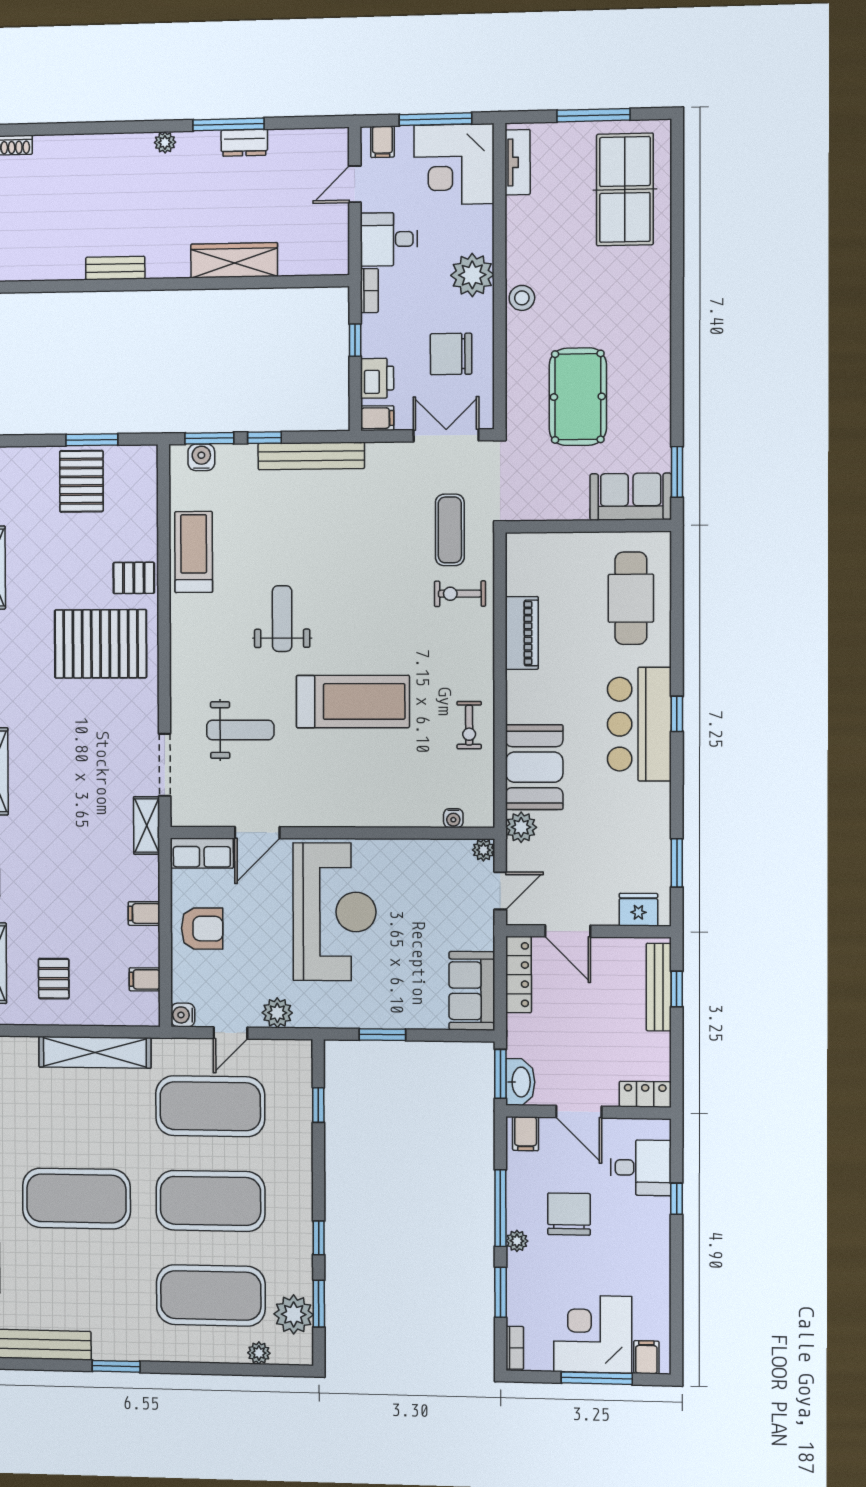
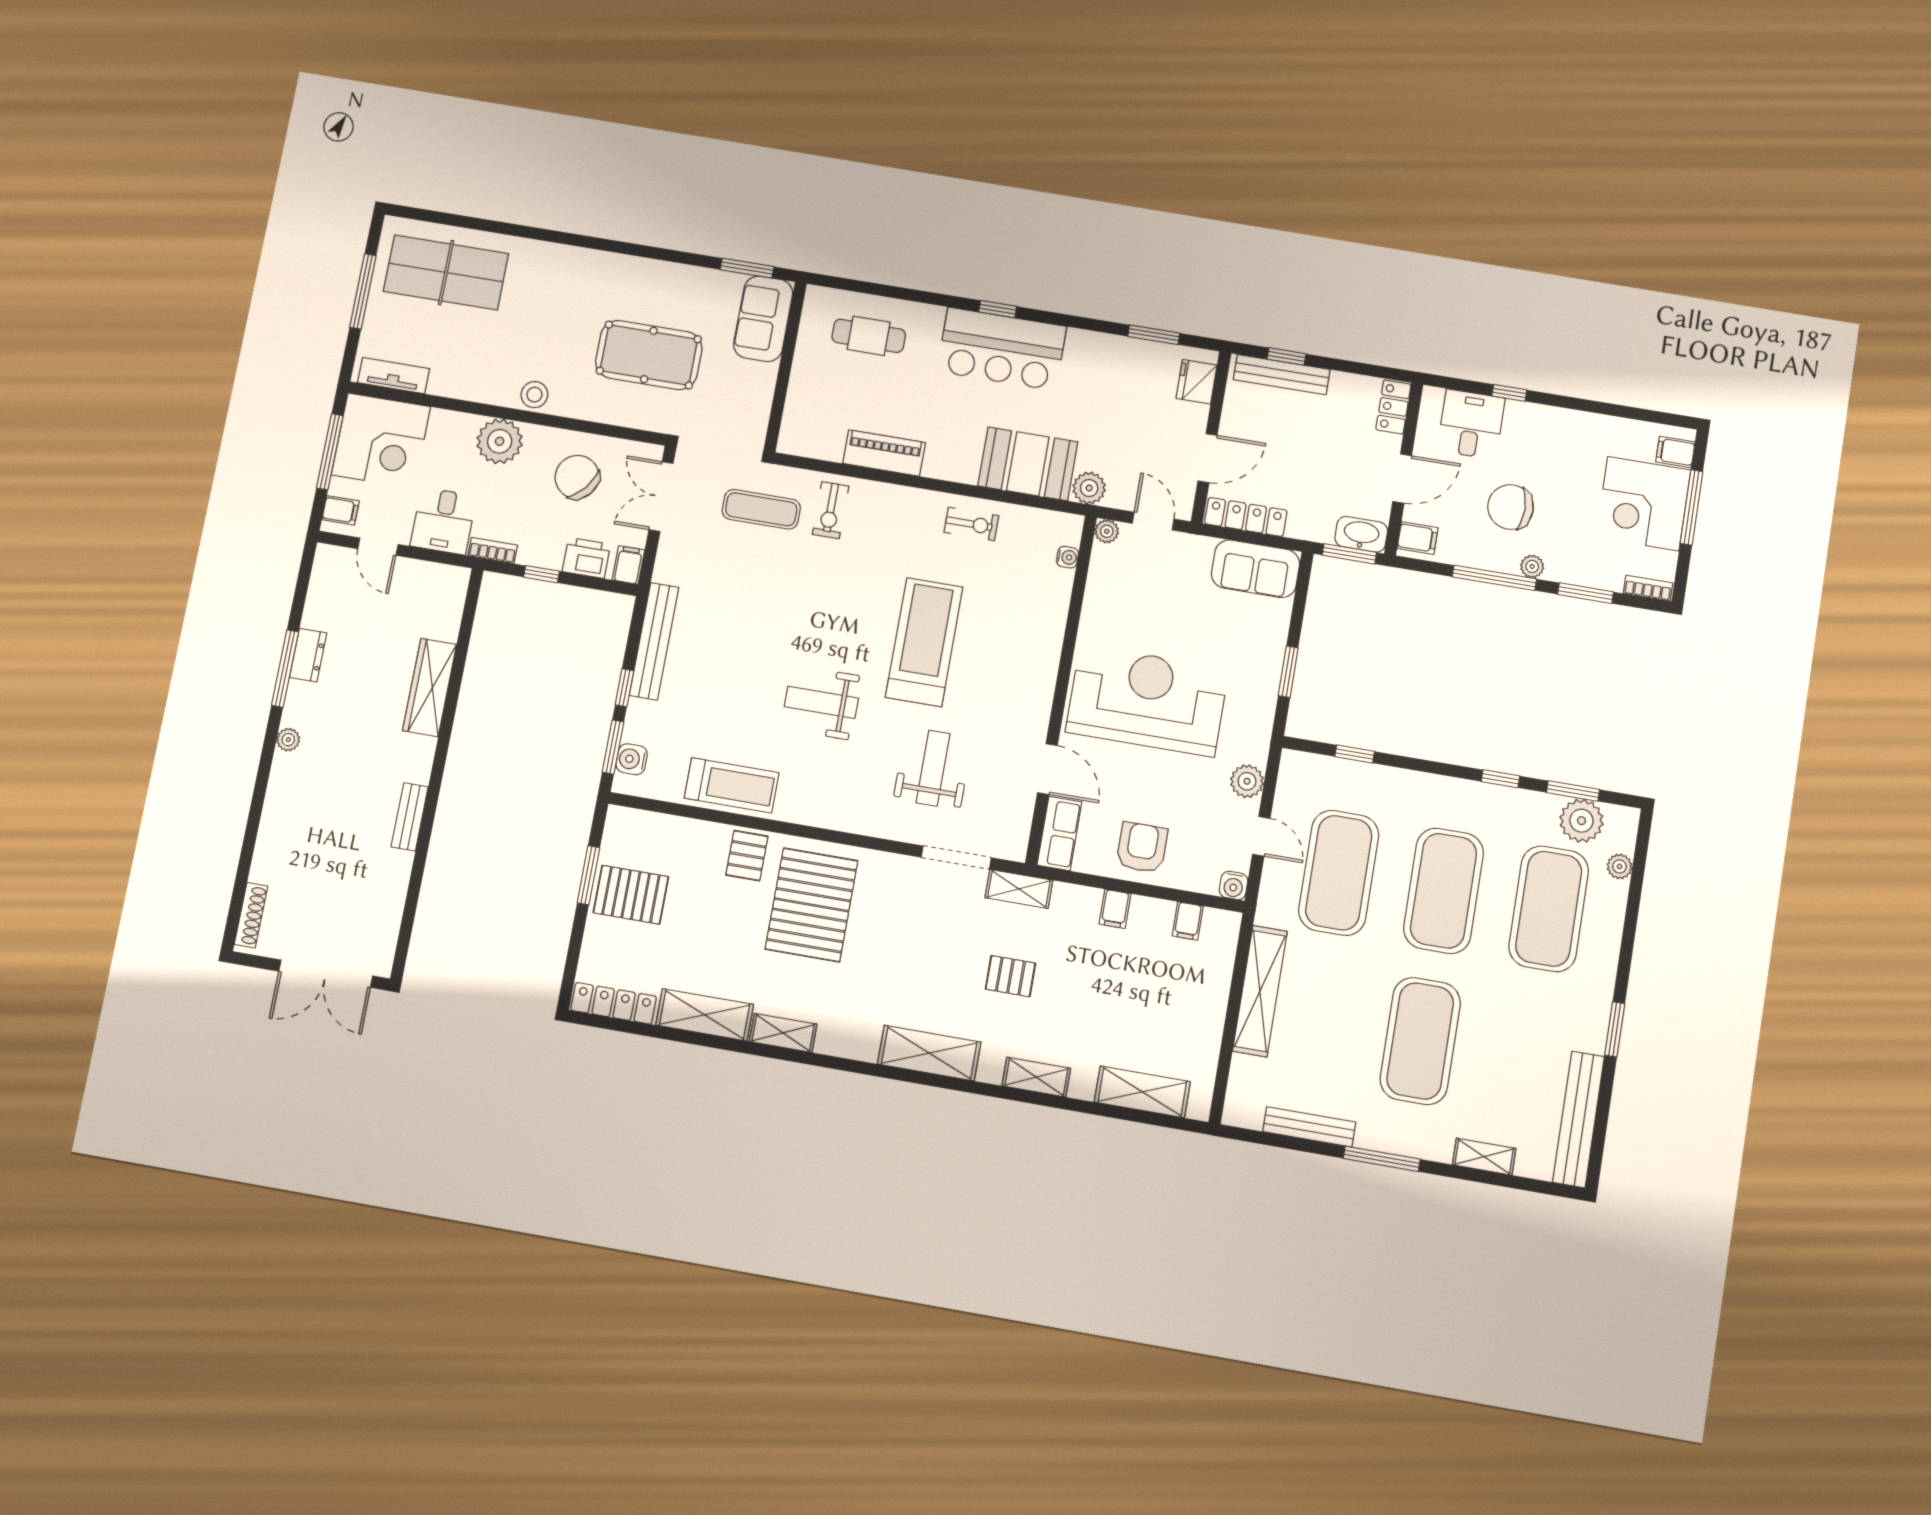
chair: (451, 354) -> (577, 477), turned 129
treadmill: (194, 552) -> (732, 785), turned 180
cafe table: (631, 598) -> (869, 336), width x0.73, depth x0.74
pallet: (54, 979) -> (1010, 976), moved

